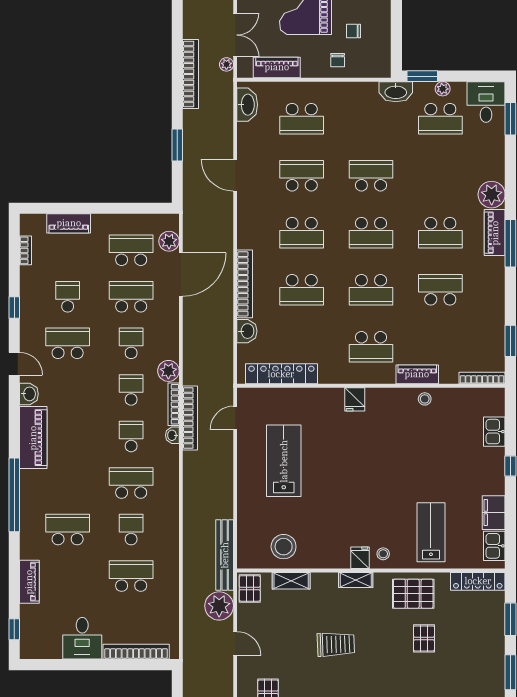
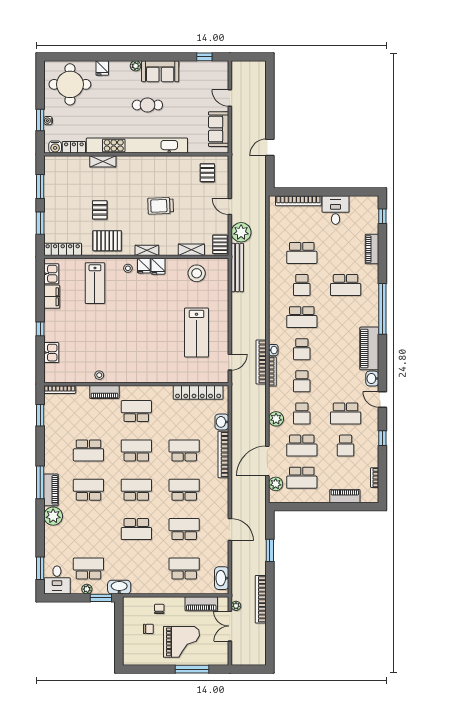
school desk: (302, 176) -> (184, 529), turned 180
plant: (168, 371) -> (276, 419), moved
fridge: (355, 399) -> (158, 266), moved, turned 180

